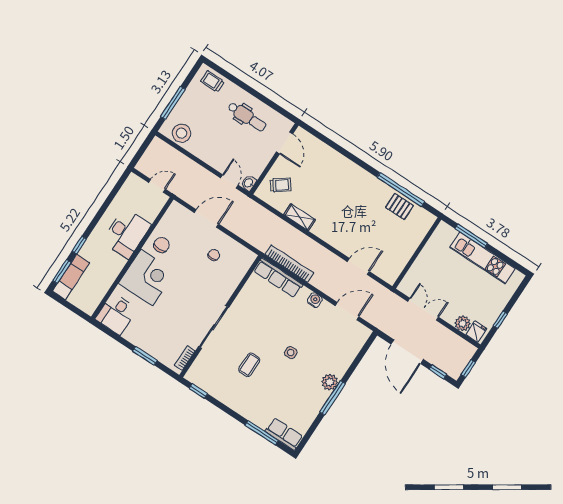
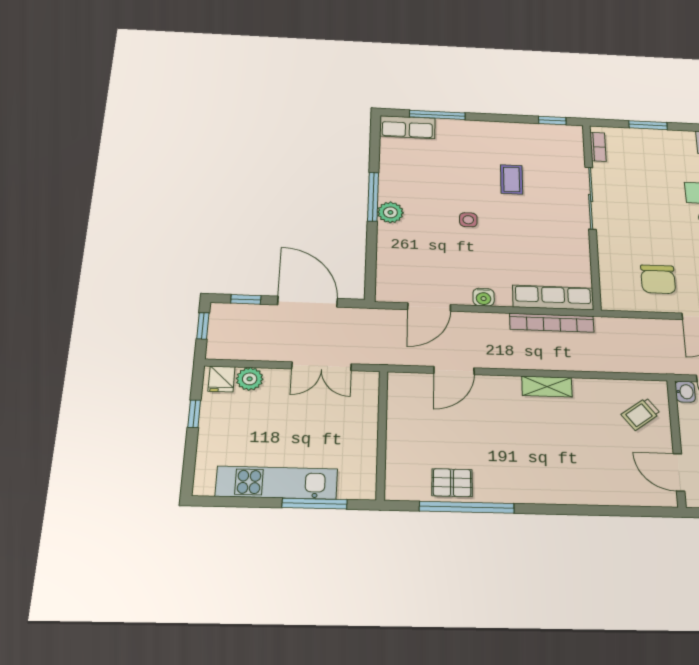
shelving: (299, 217) -> (547, 387), moved
chair: (214, 255) -> (658, 279), width x1.87, depth x1.87

